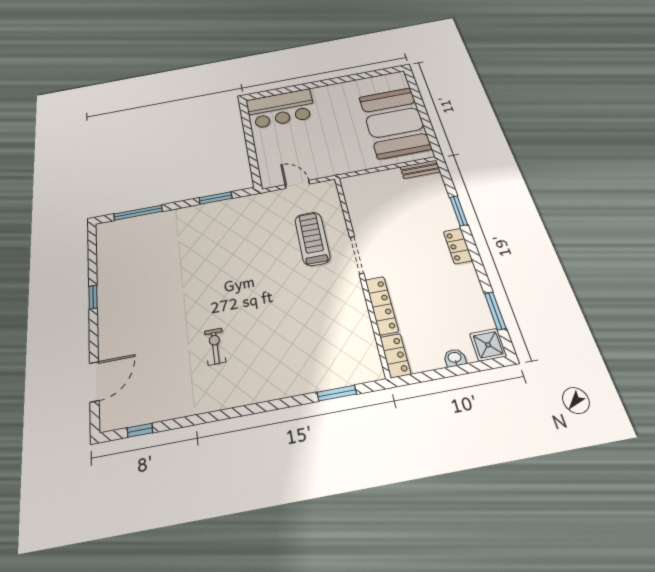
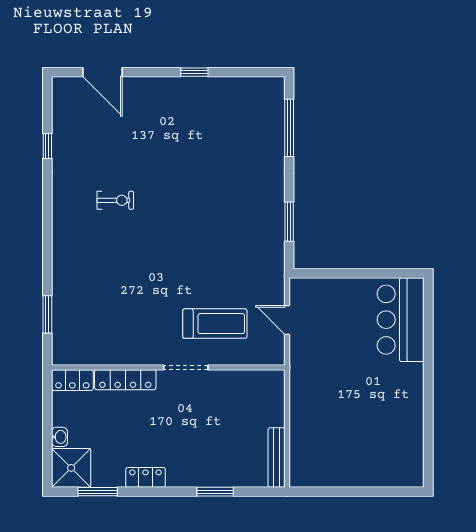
booth: (395, 123) -> (348, 454), removed
bench: (420, 169) -> (277, 457), width x1.36
door: (297, 184) -> (287, 320), swing flipped
locker: (458, 246) -> (145, 477), moved
shower: (488, 345) -> (71, 468), width x1.36, depth x1.36
window: (140, 430) -> (47, 146), moved

